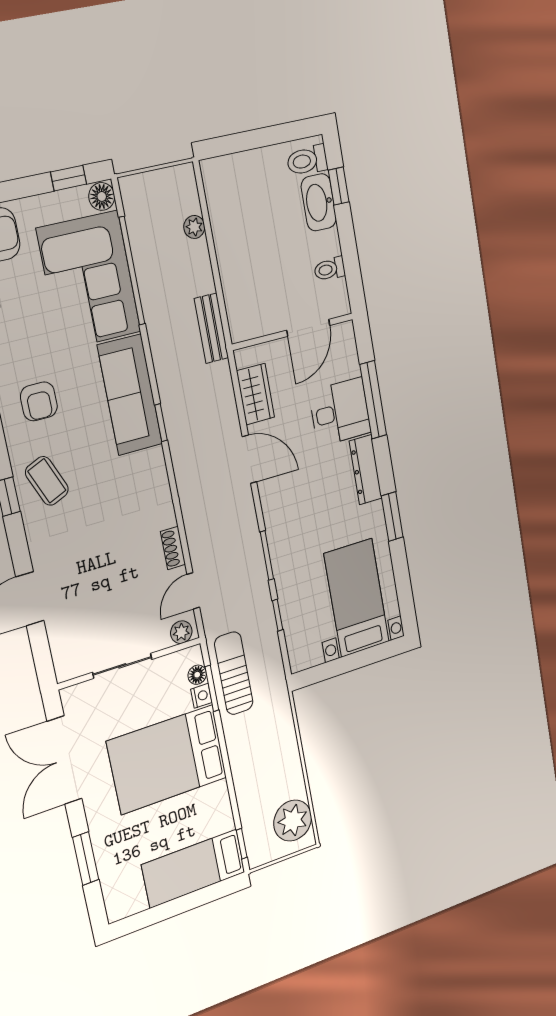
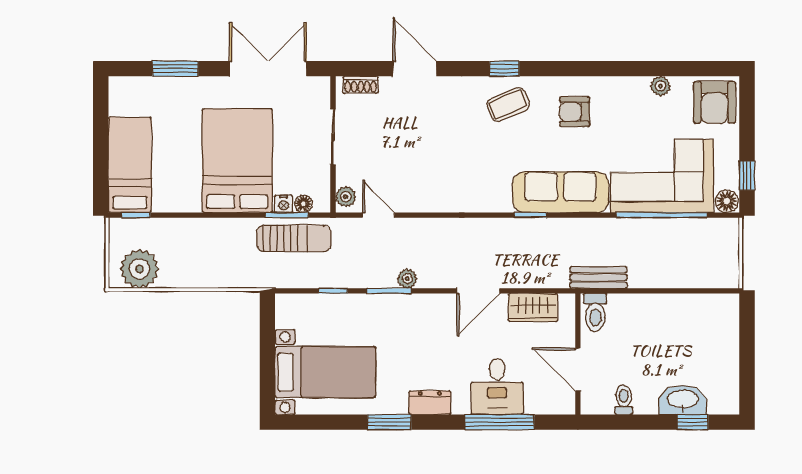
toilet: (307, 160) -> (595, 312), moved, turned 180
plant: (194, 227) -> (407, 279), moved
dresser: (366, 470) -> (430, 403), width x0.70
shoe rack: (173, 548) -> (361, 85), moved, turned 180

